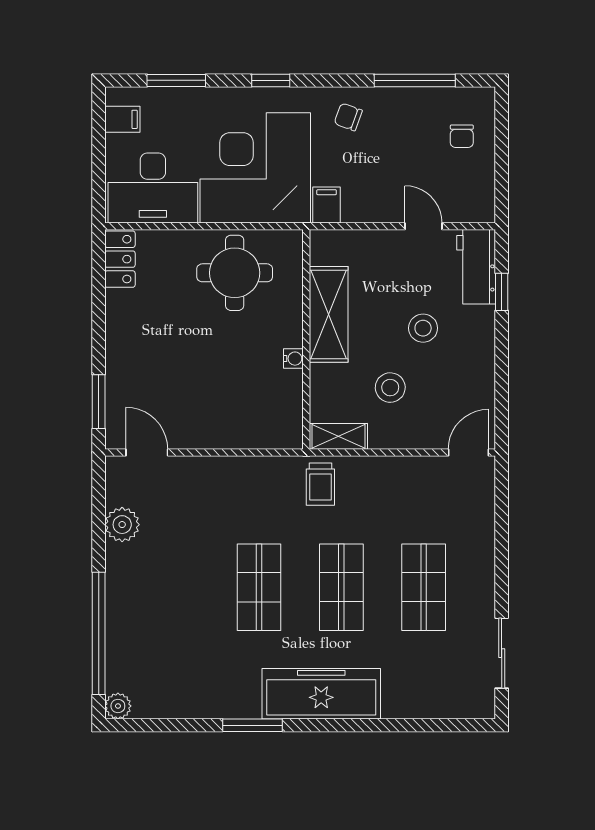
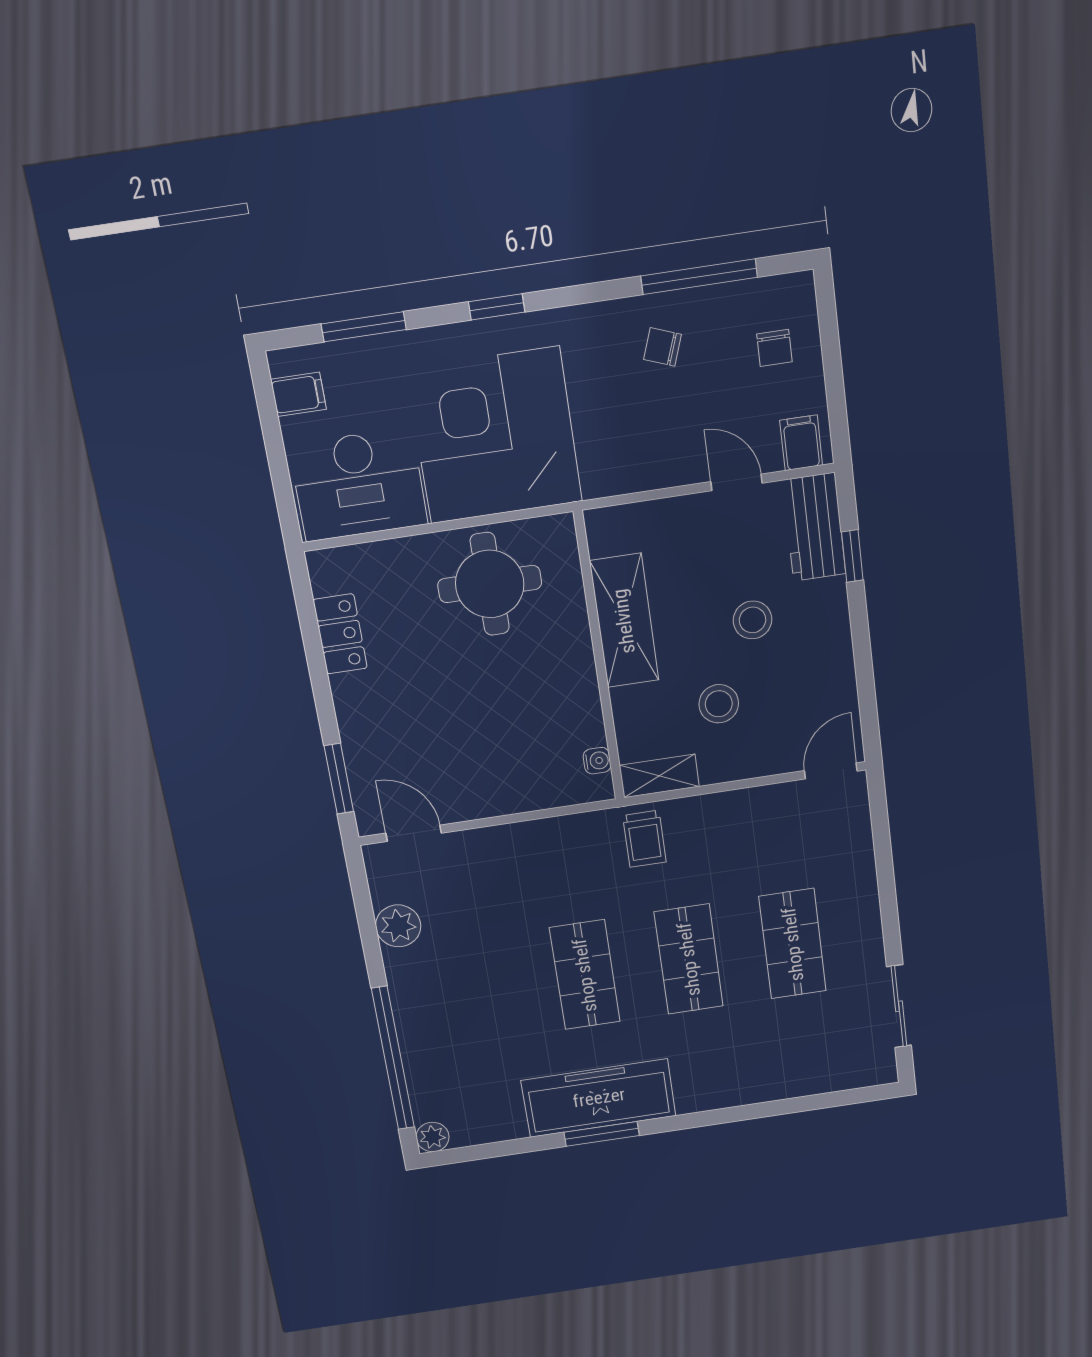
chair: (348, 117) -> (663, 347), moved
filing cabinet: (327, 205) -> (801, 443), moved
locker: (120, 259) -> (340, 634), moved
water cooler: (293, 359) -> (597, 761), moved
freezer: (321, 694) -> (599, 1098), moved

